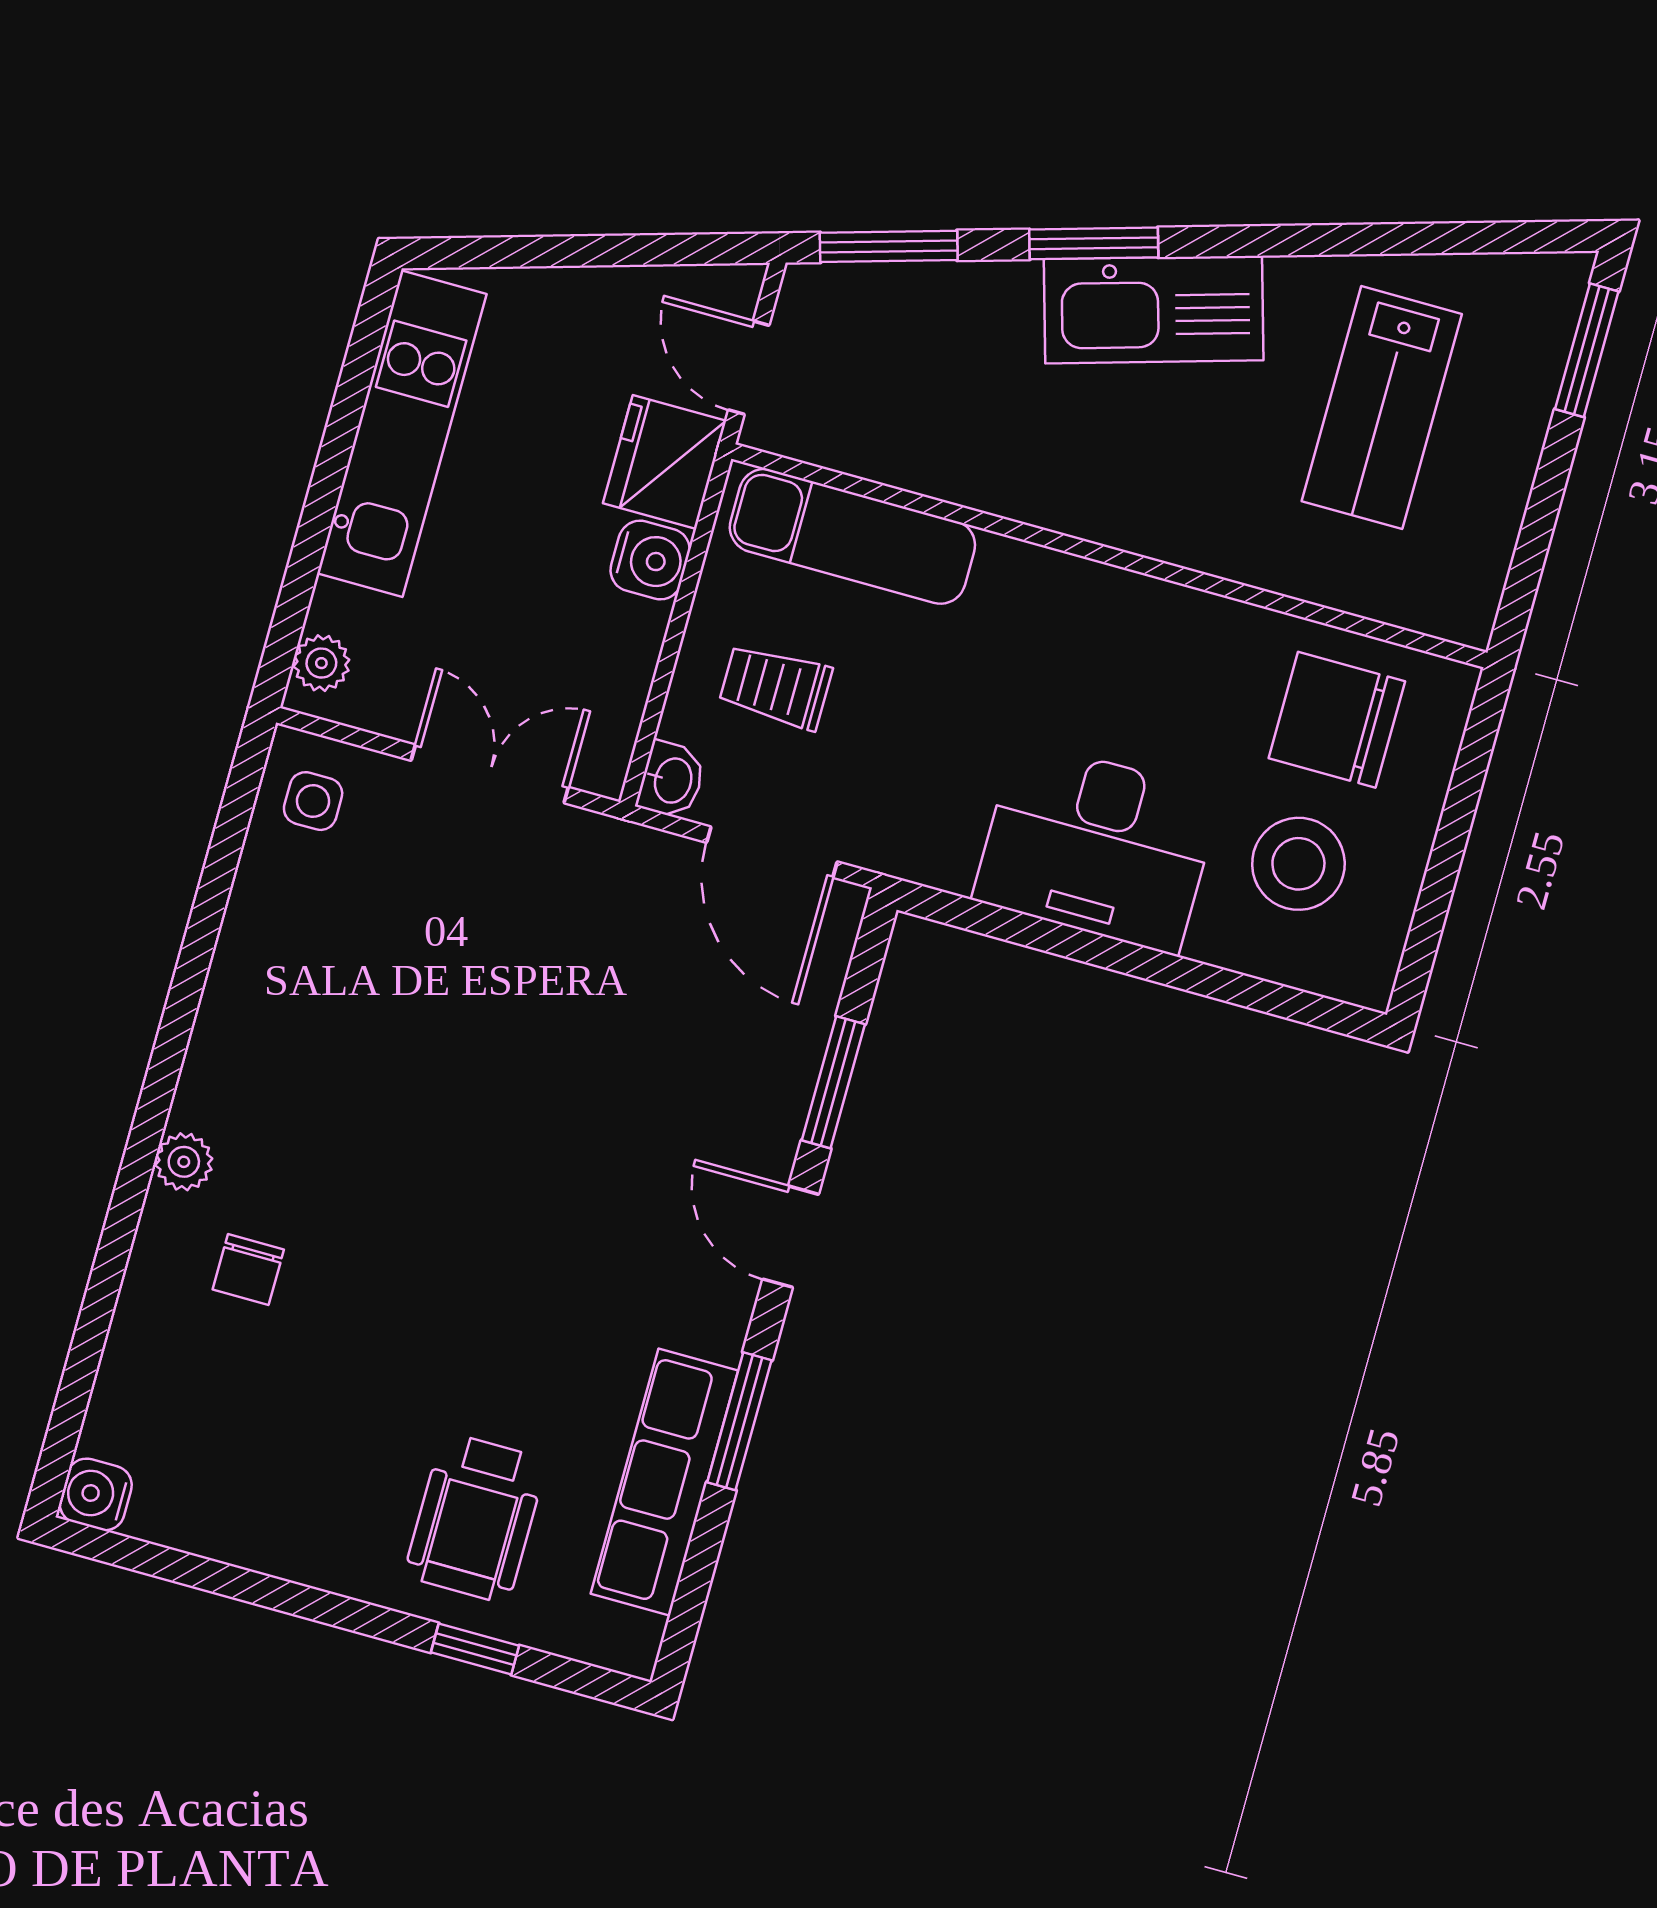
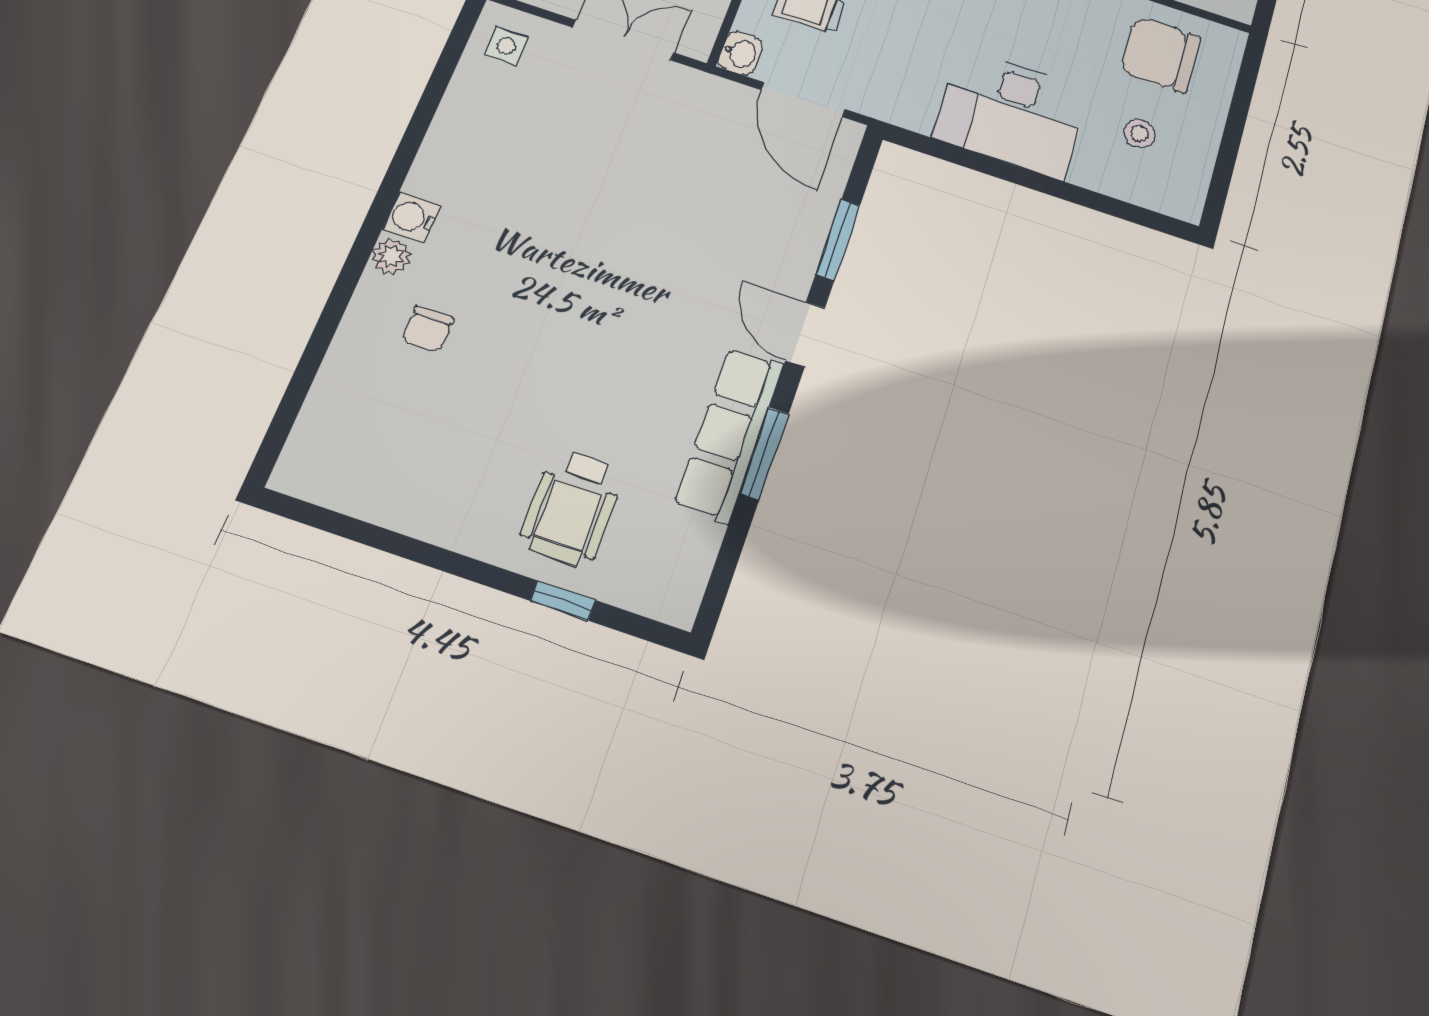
stool: (1298, 864) -> (1139, 133), width x0.53, depth x0.53
row of seats: (664, 1482) -> (729, 434), moved
water cooler: (96, 1494) -> (412, 217), moved

